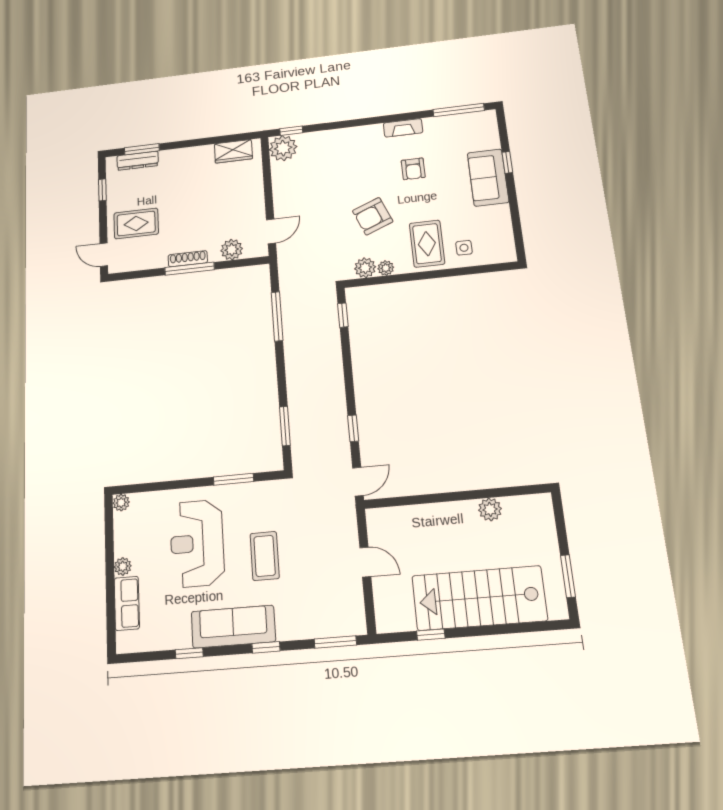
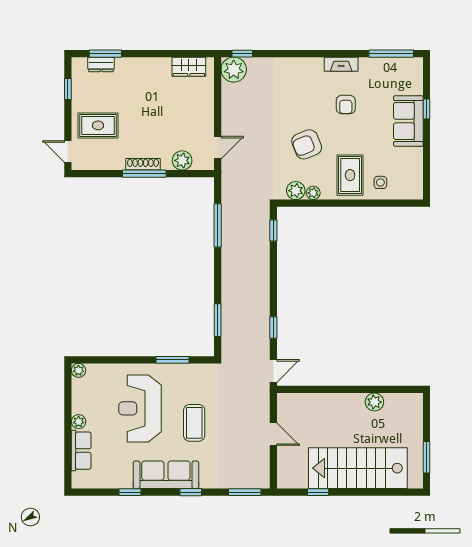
dresser: (138, 161) -> (101, 64), width x0.70

